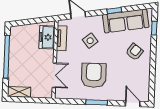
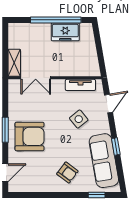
freezer: (47, 37) -> (65, 32), moved, turned 180
armchair: (94, 75) -> (29, 136), moved
shelving: (19, 92) -> (14, 63), moved

